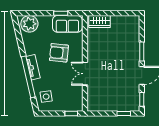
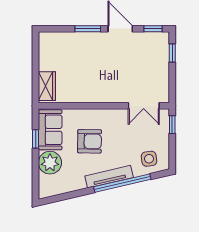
plant: (29, 24) -> (50, 163), moved
armchair: (59, 53) -> (89, 141), turned -95
tv unit: (33, 67) -> (109, 177), width x1.41
double door: (85, 74) -> (144, 106), moved

